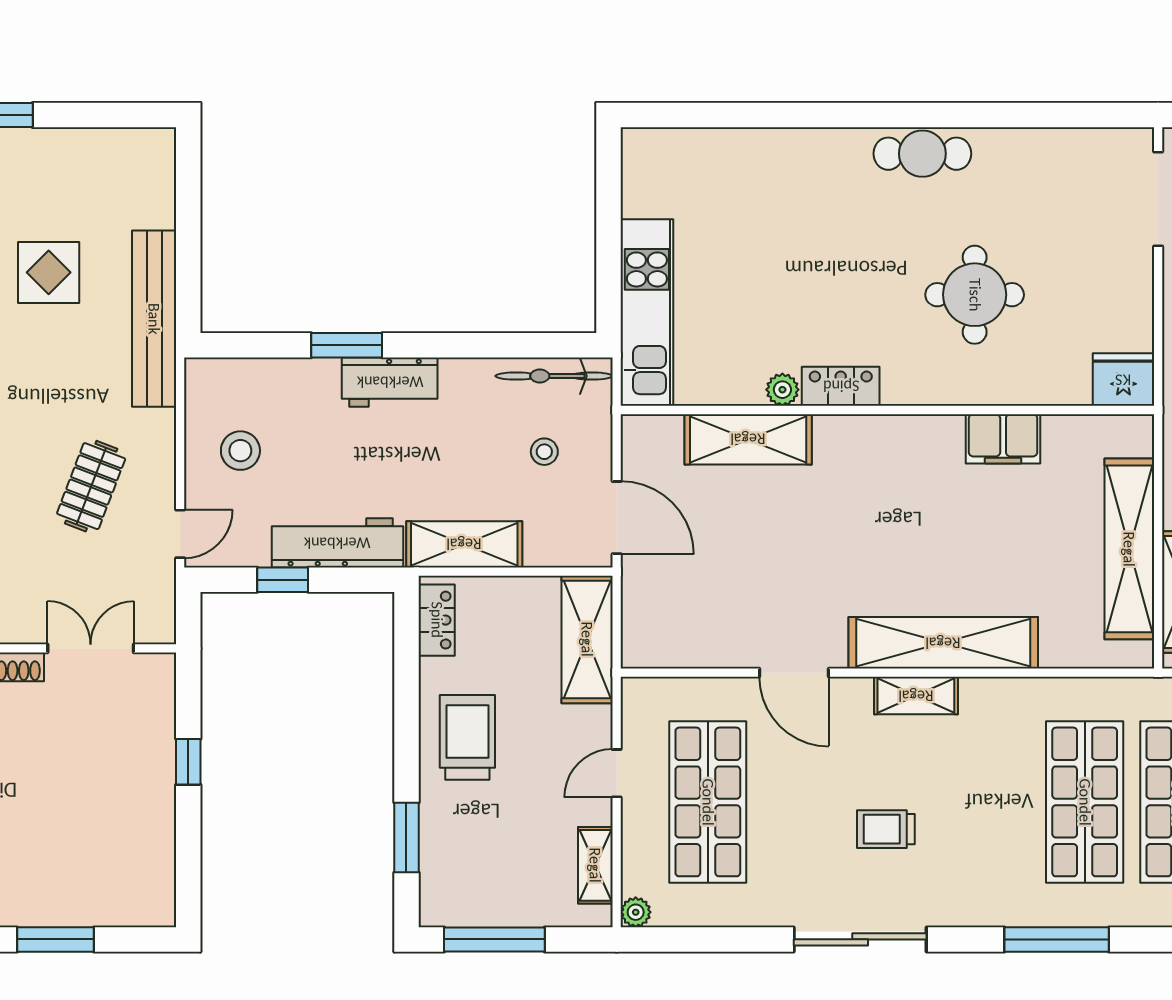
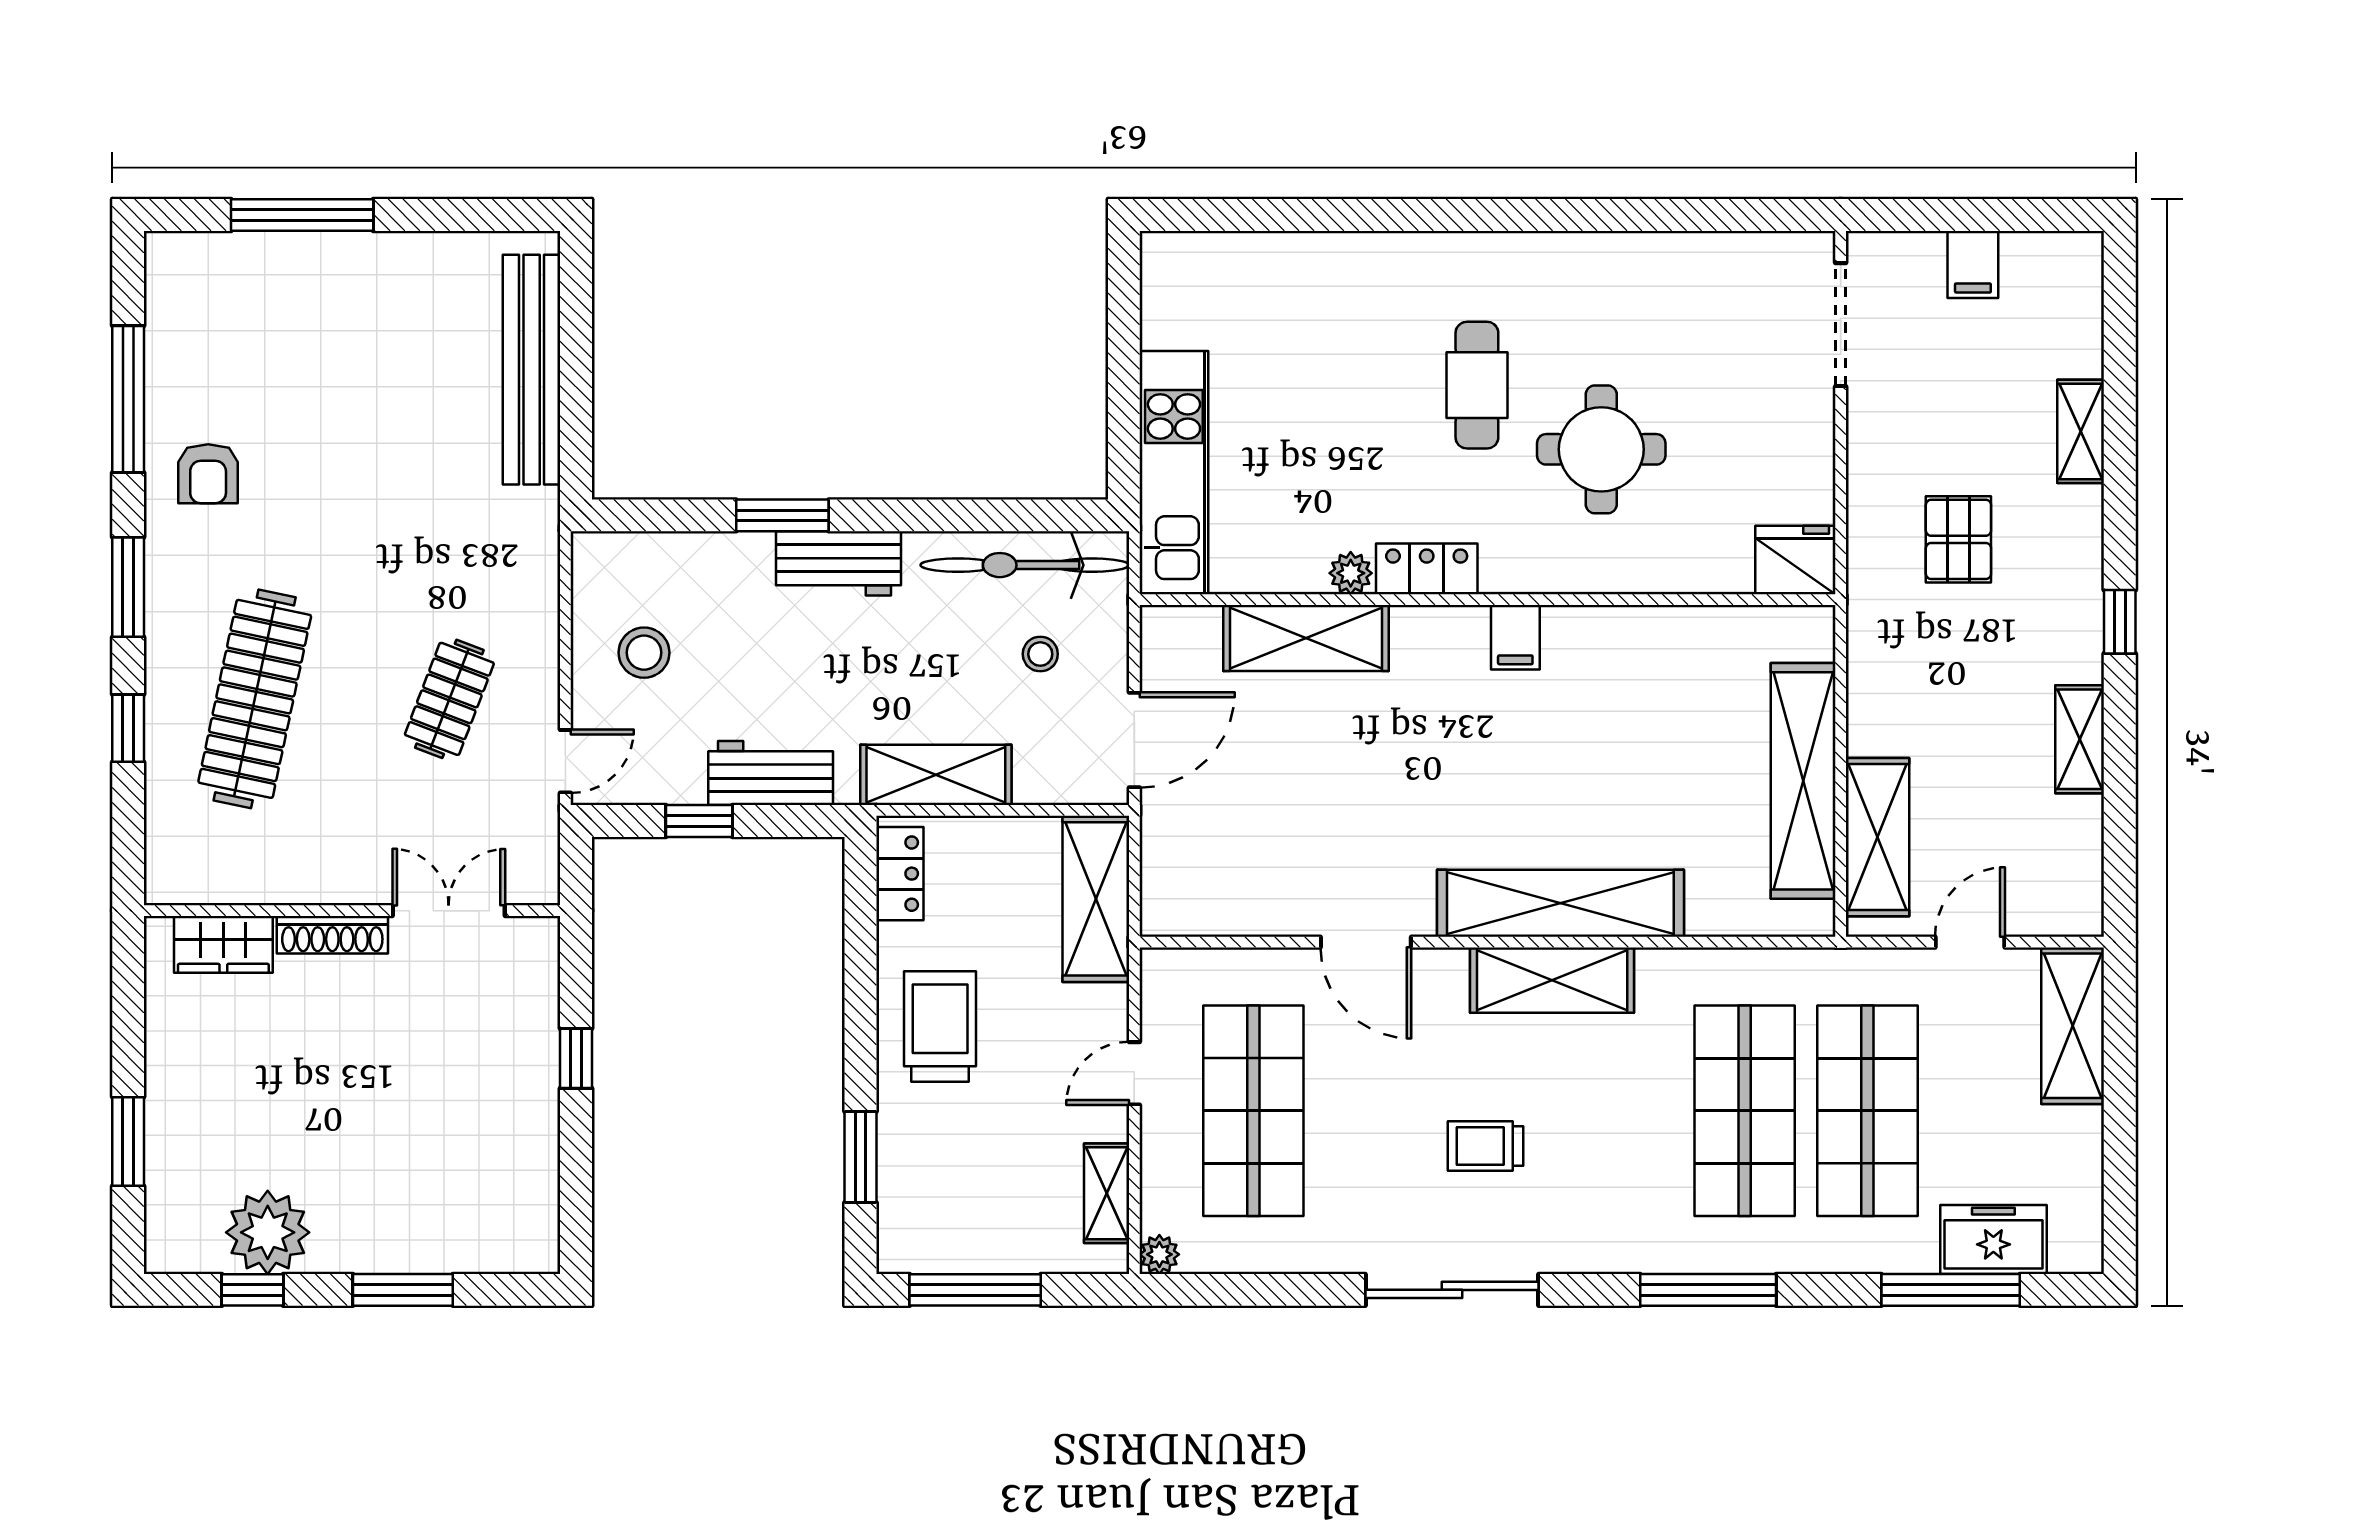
cafe table: (922, 154) -> (1477, 385), moved, turned 90
display table: (49, 272) -> (394, 420), removed
bench: (154, 319) -> (532, 370), moved
bicycle: (554, 376) -> (1025, 565), width x1.37, depth x1.40
filing cabinet: (1003, 439) -> (1515, 637), moved, width x0.50
door: (617, 518) -> (1134, 740), hinge flipped
workbench: (337, 543) -> (771, 773), width x0.73
shelving: (916, 696) -> (1552, 980), width x1.50, depth x1.33

